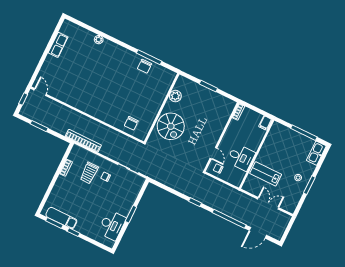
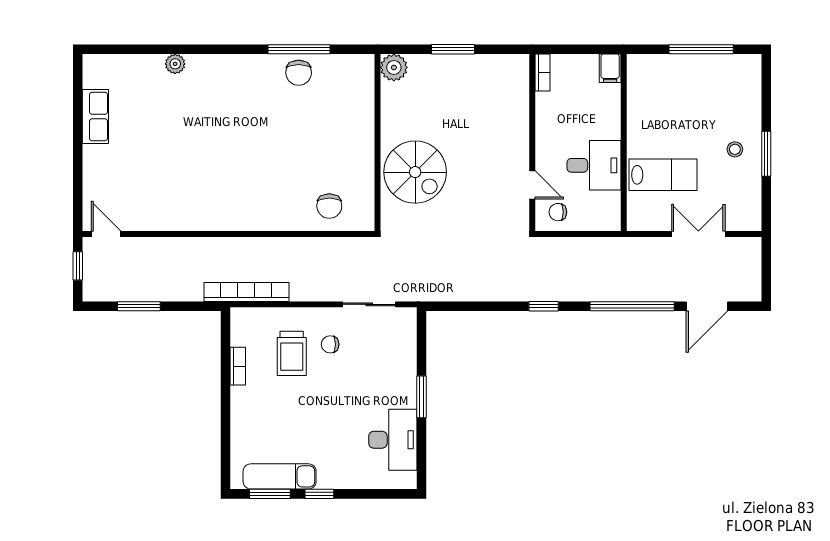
plant: (175, 96) -> (394, 67), moved
kitchen sink: (316, 153) -> (748, 79), removed
lab bench: (266, 174) -> (663, 175), turned 180

